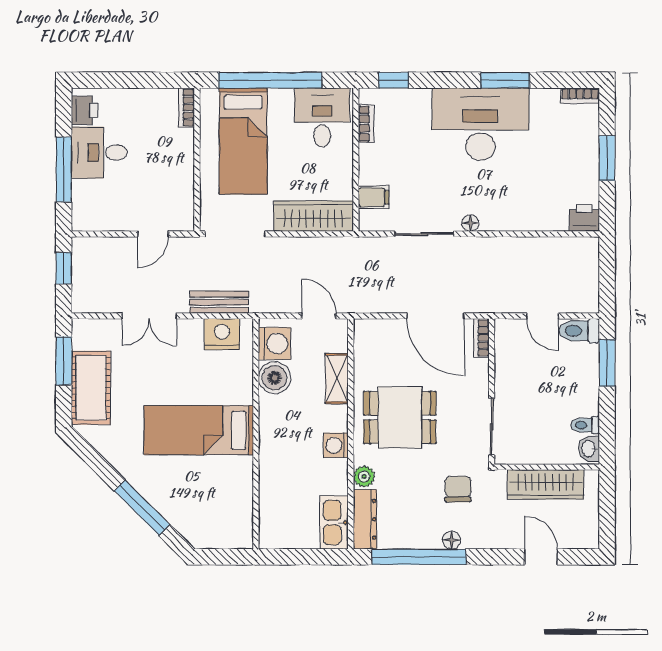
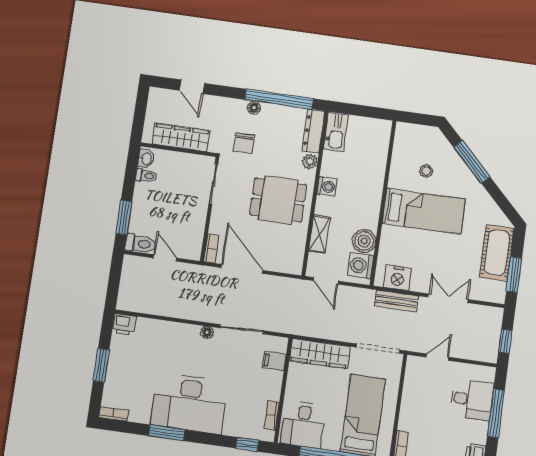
desk: (99, 153) -> (471, 399), moved
stool: (203, 486) -> (426, 171), added

